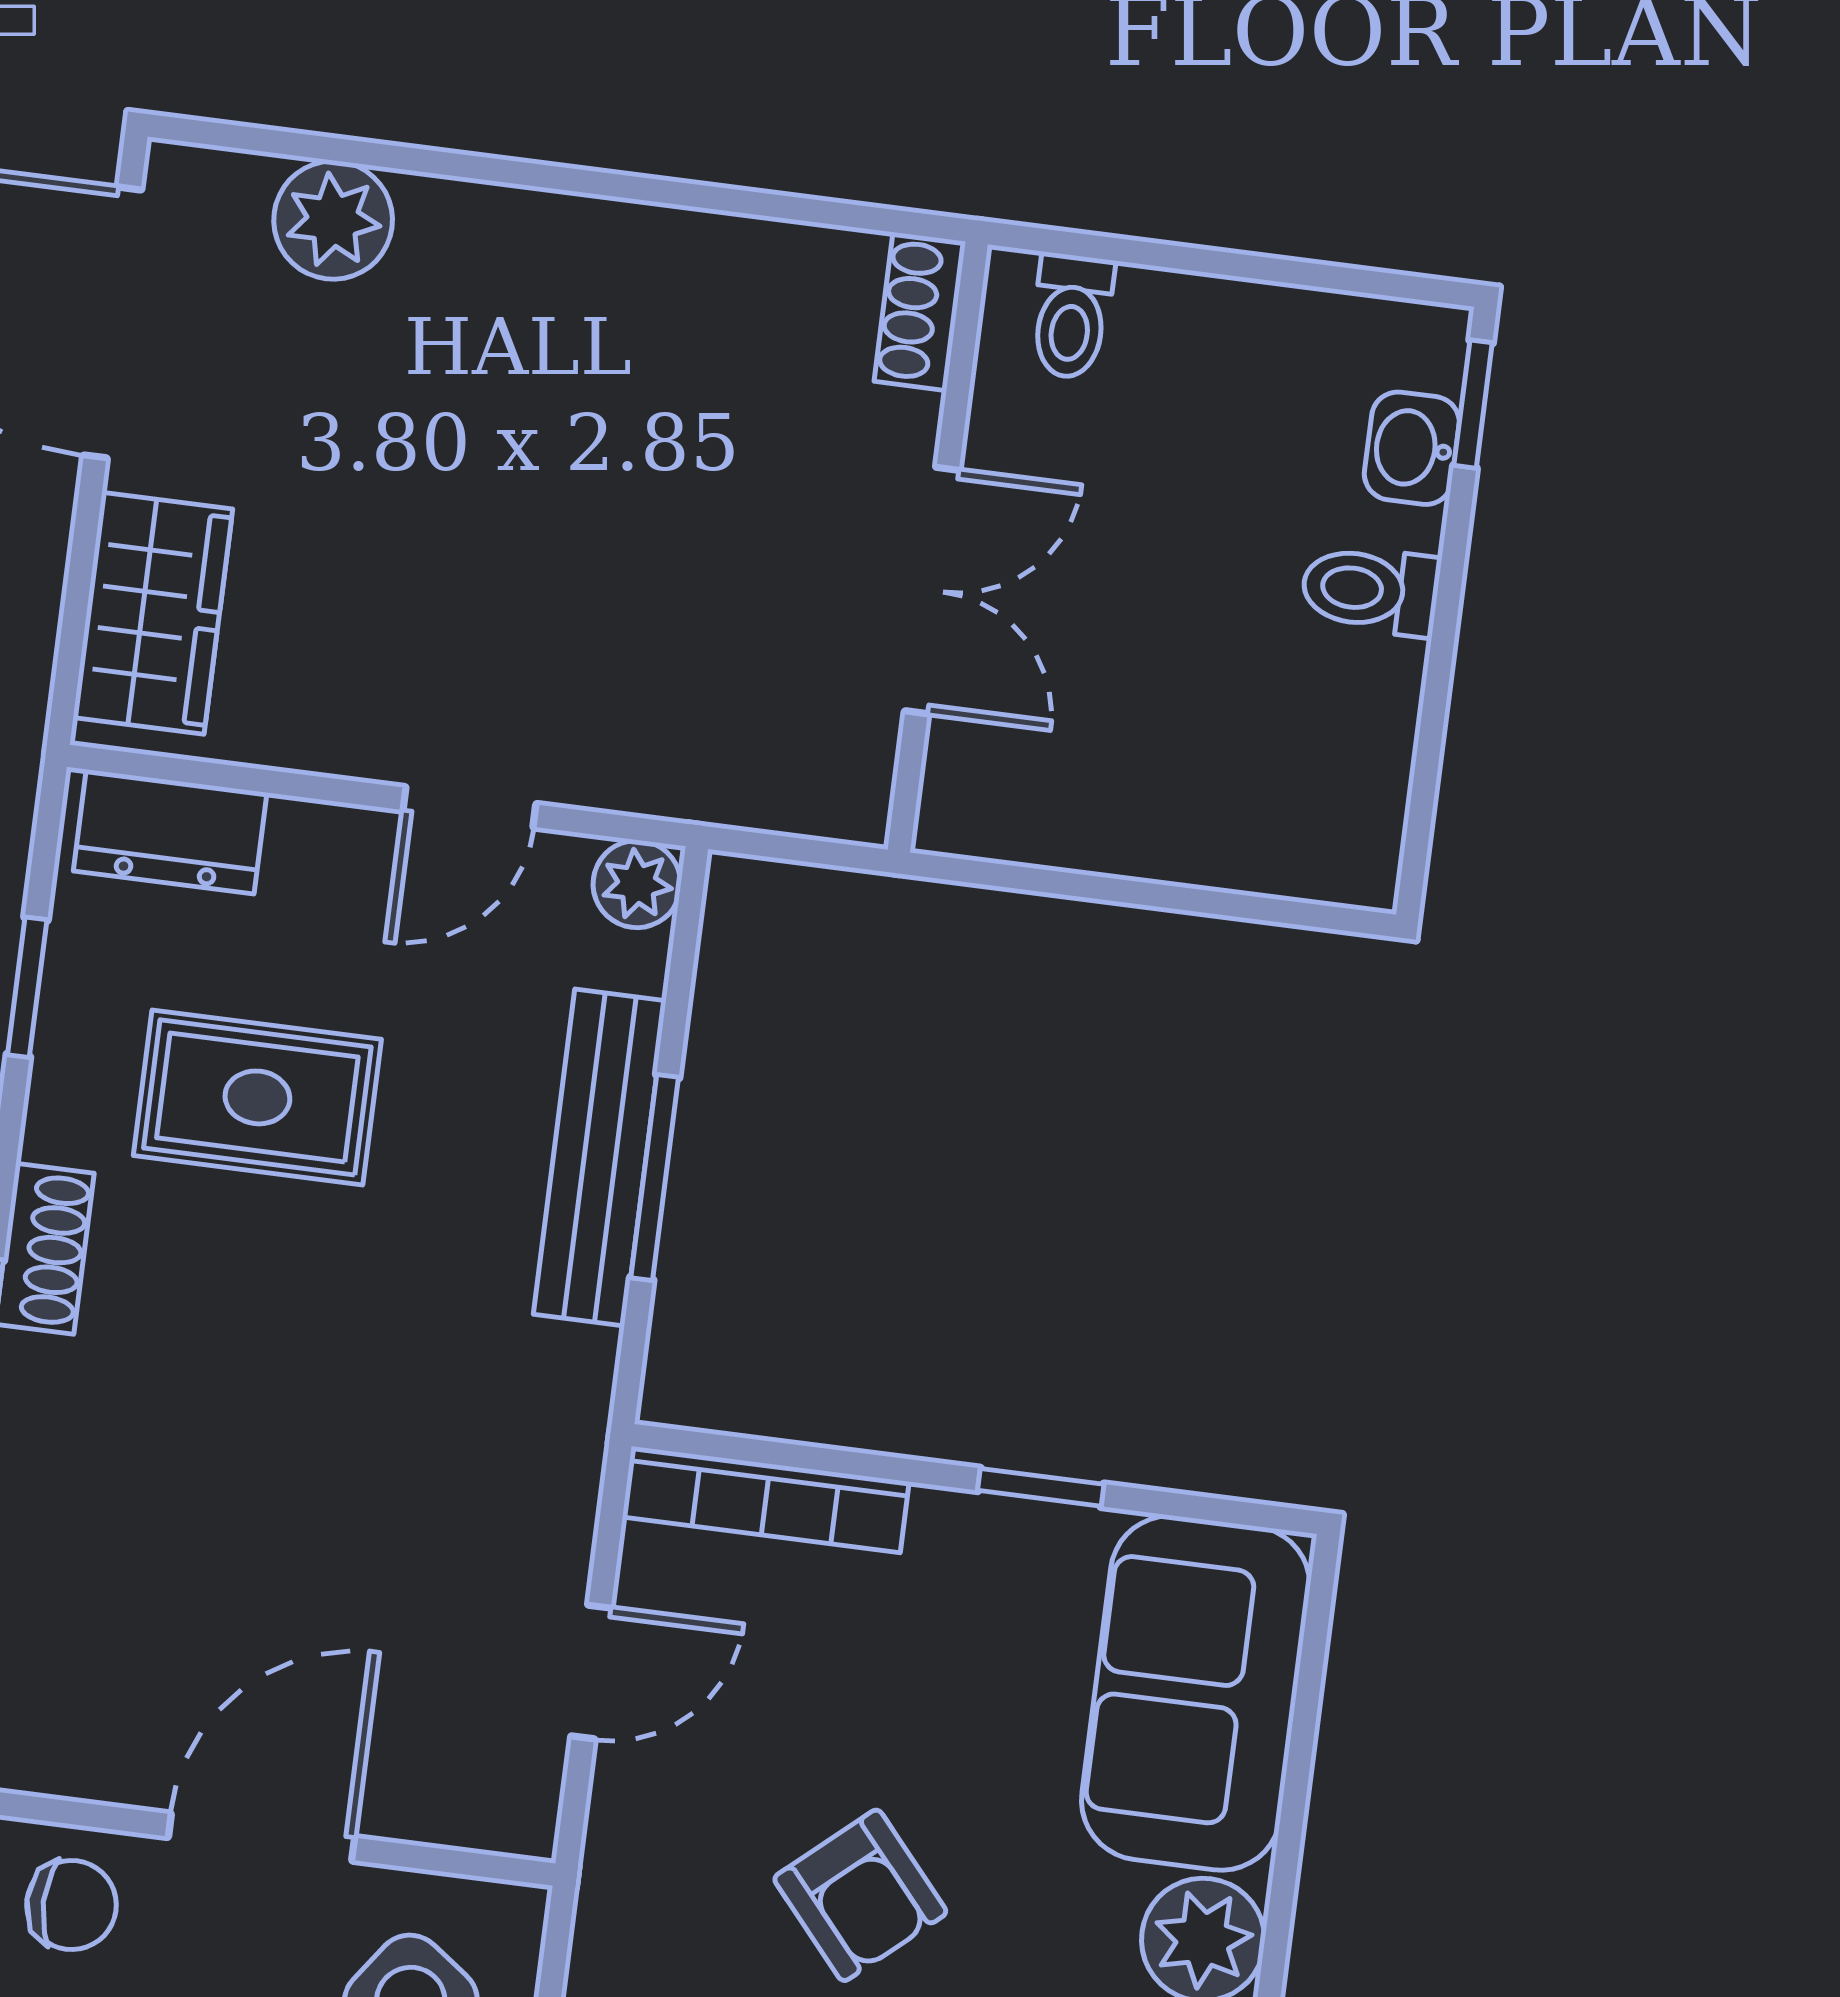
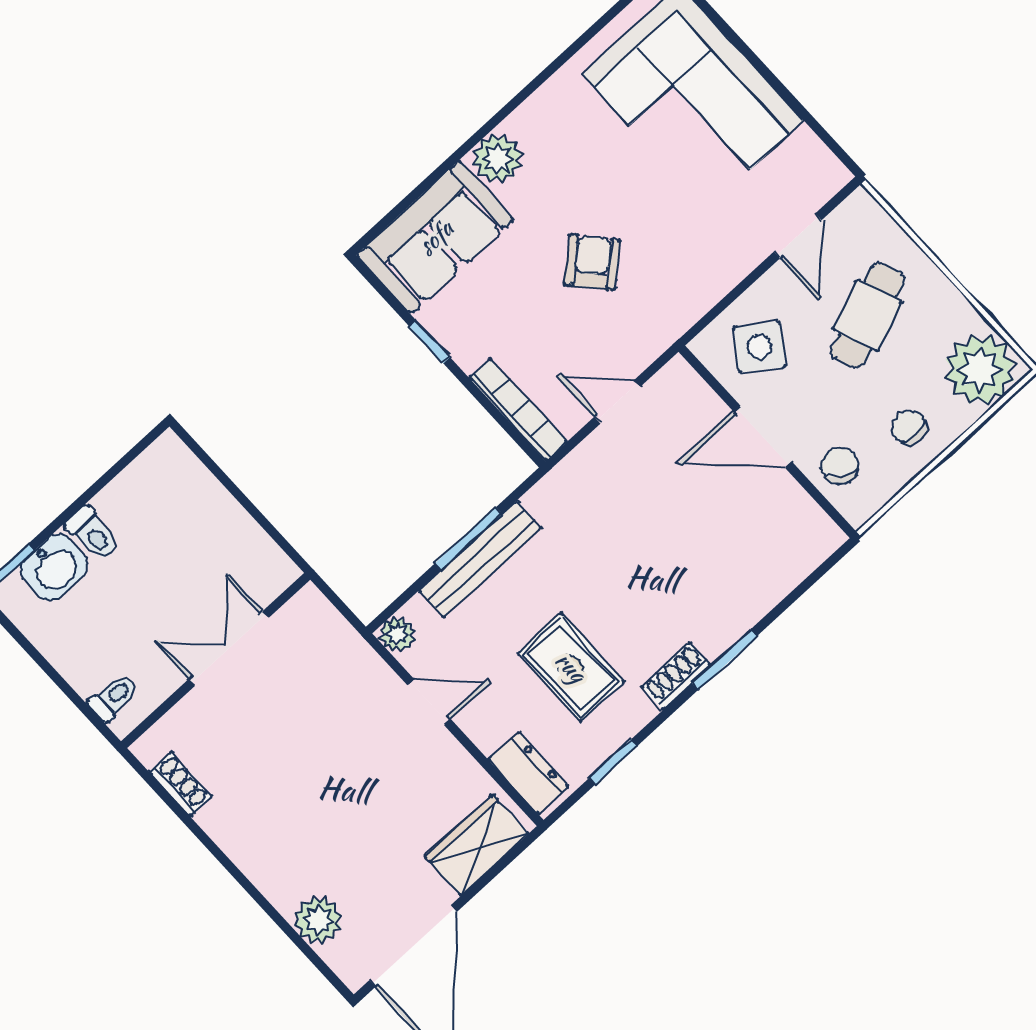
shoe rack: (920, 311) -> (181, 784), moved, turned -90
washbasin: (1412, 448) -> (54, 567), width x1.38, depth x1.45
chair: (72, 1905) -> (840, 465), turned 30

